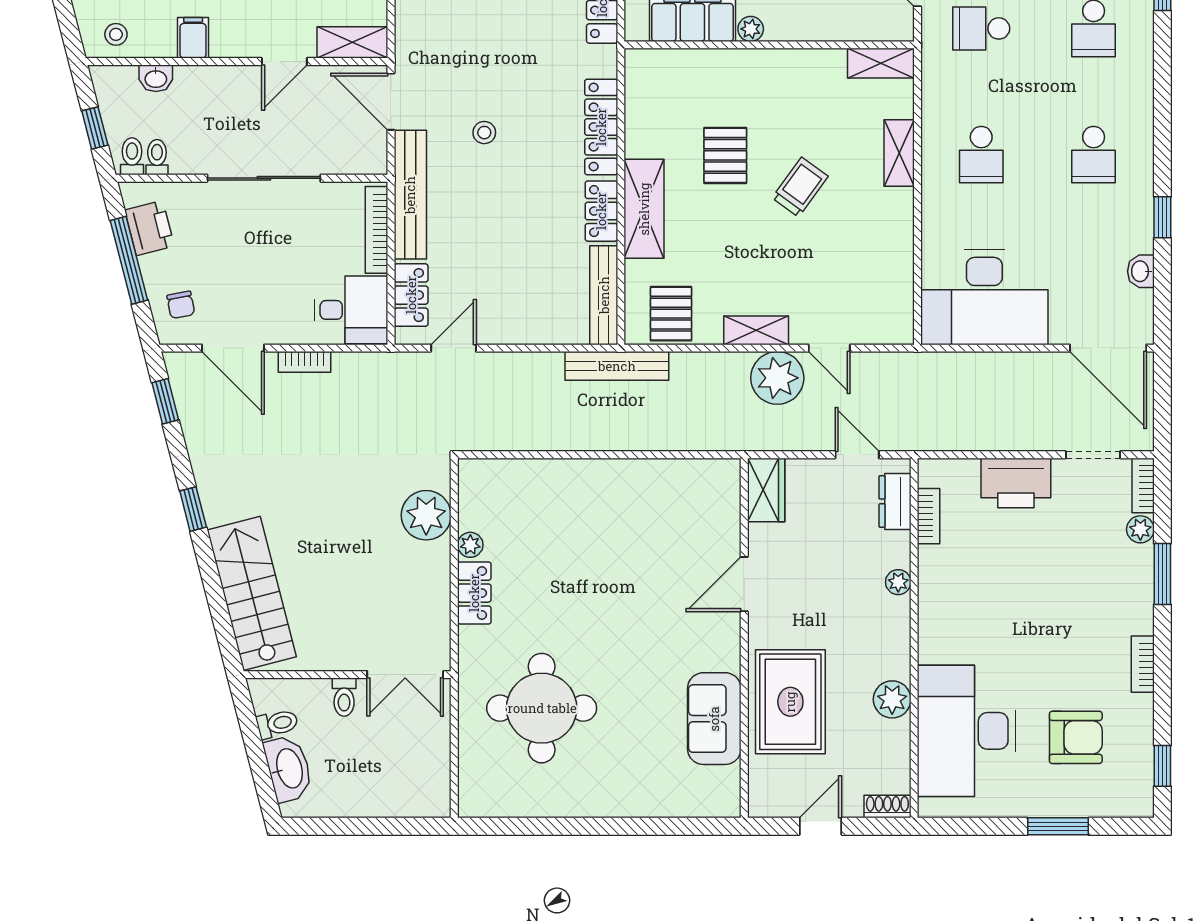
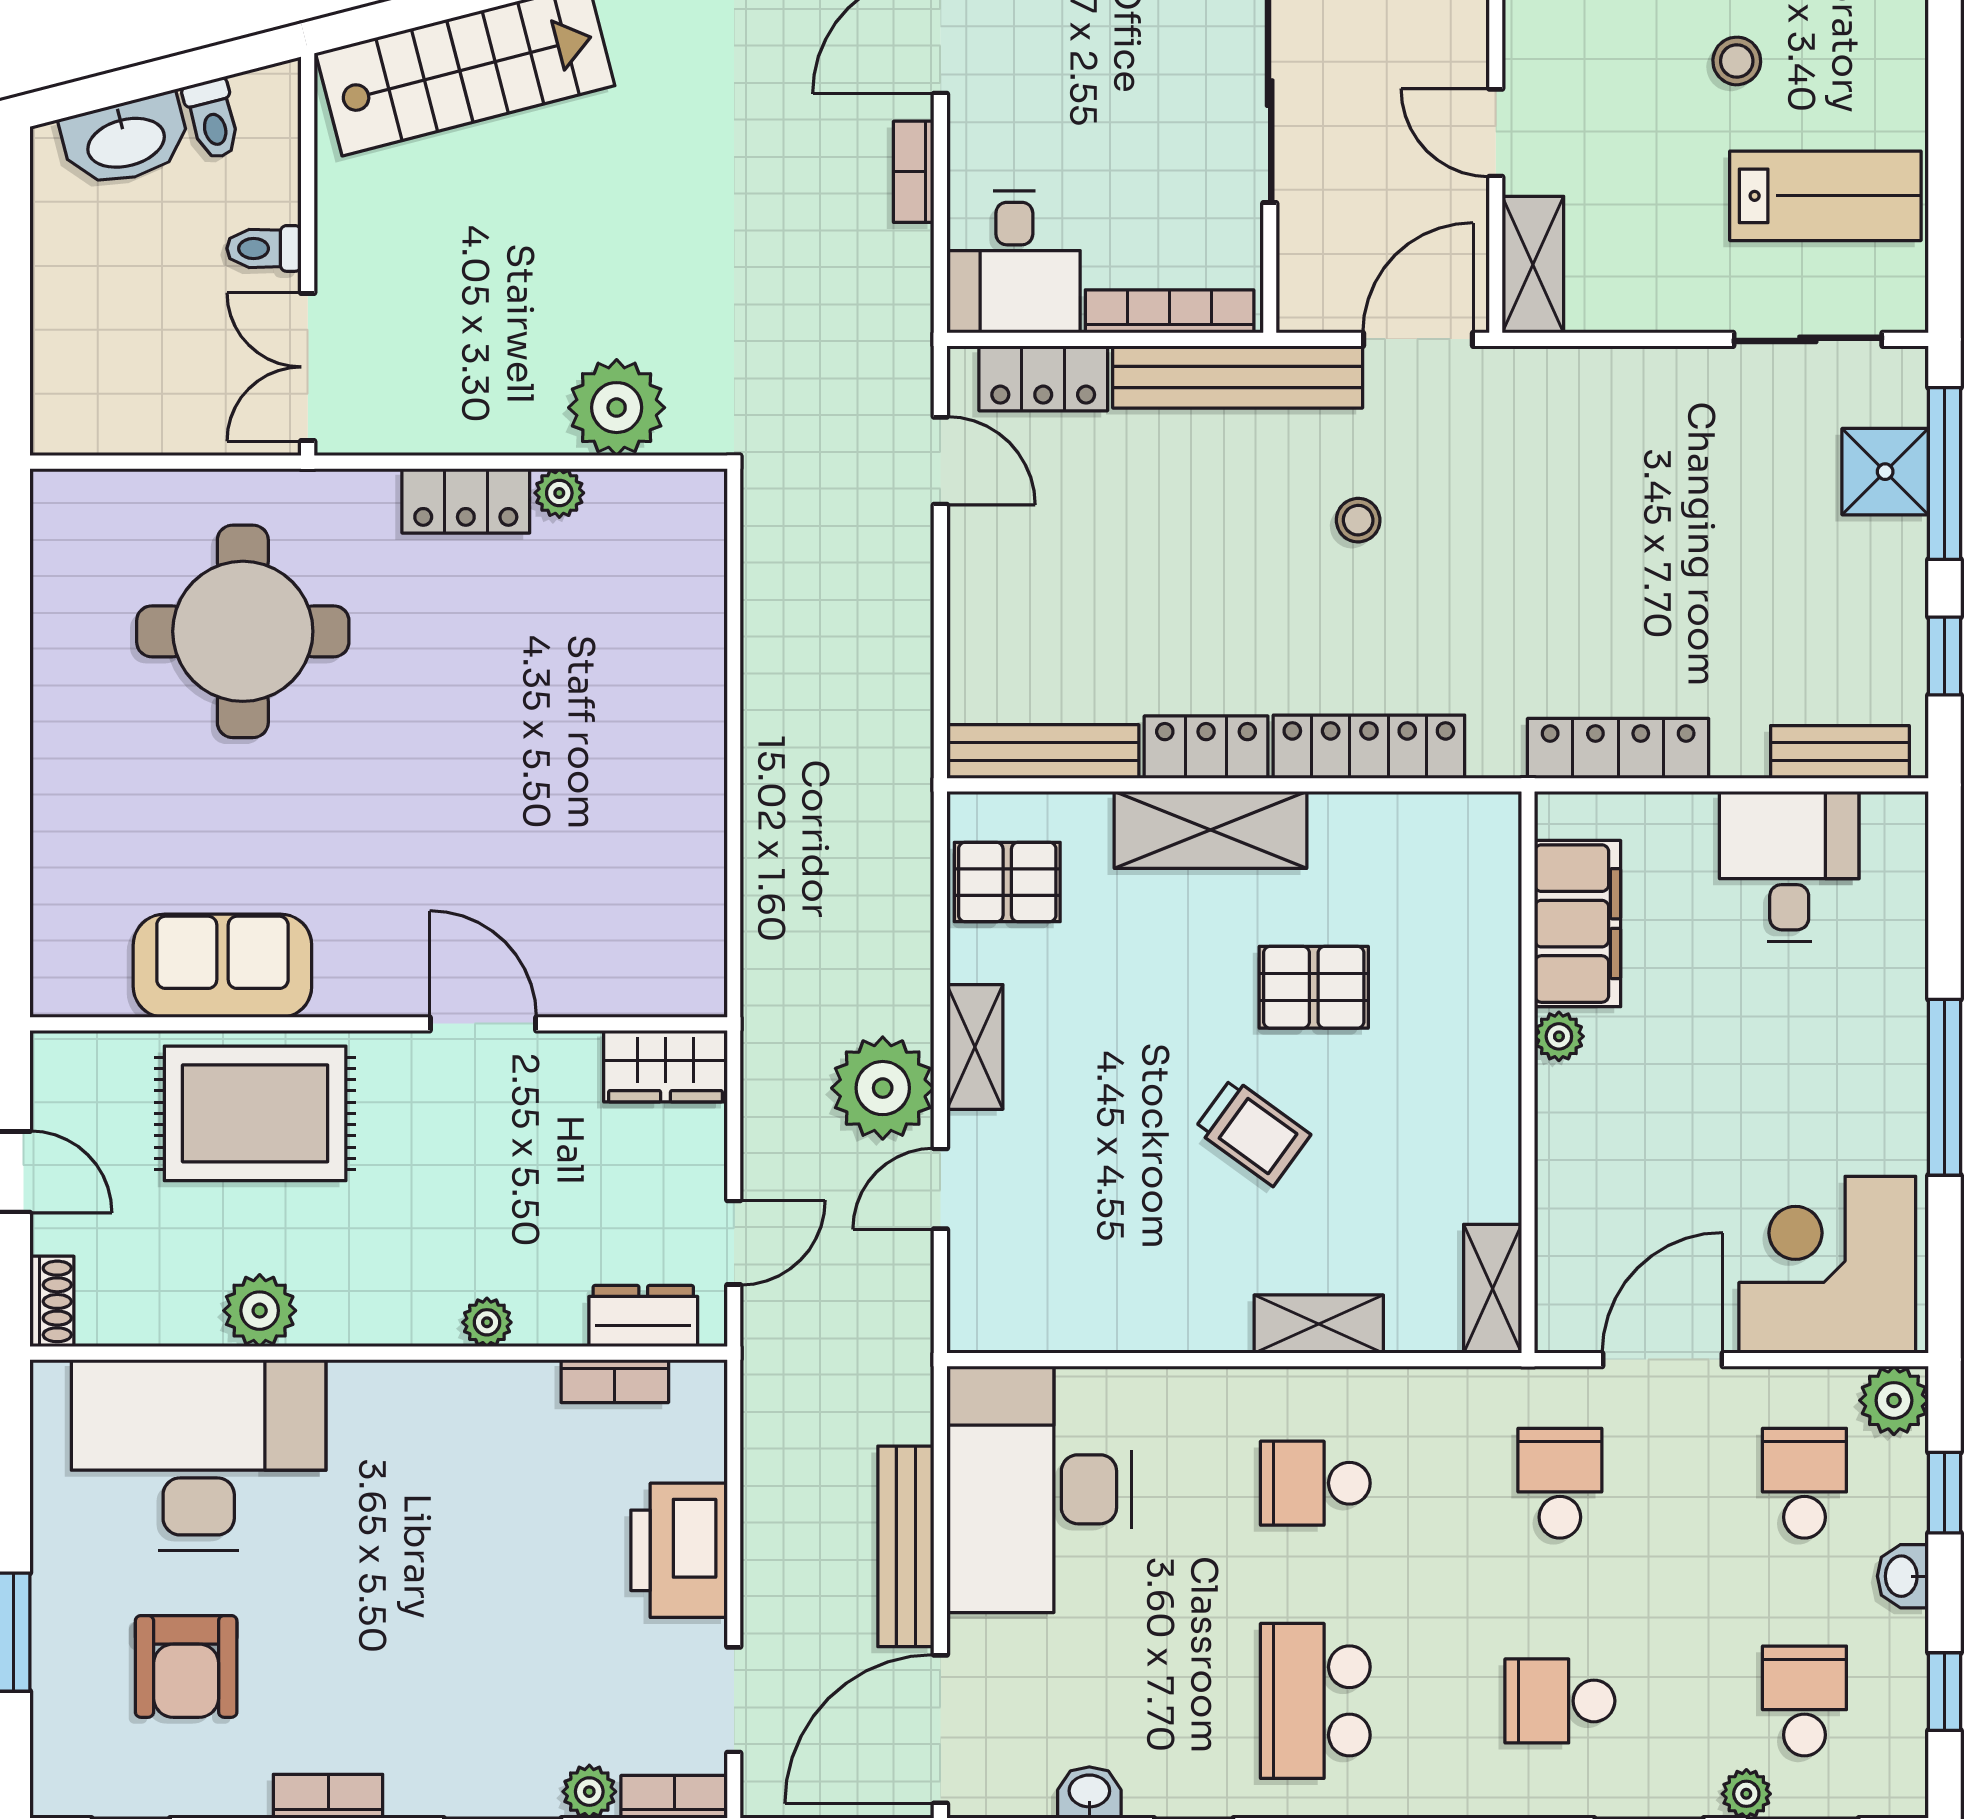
school desk: (1094, 155) -> (1315, 1701), width x1.85
bench: (617, 366) -> (906, 1546), moved

